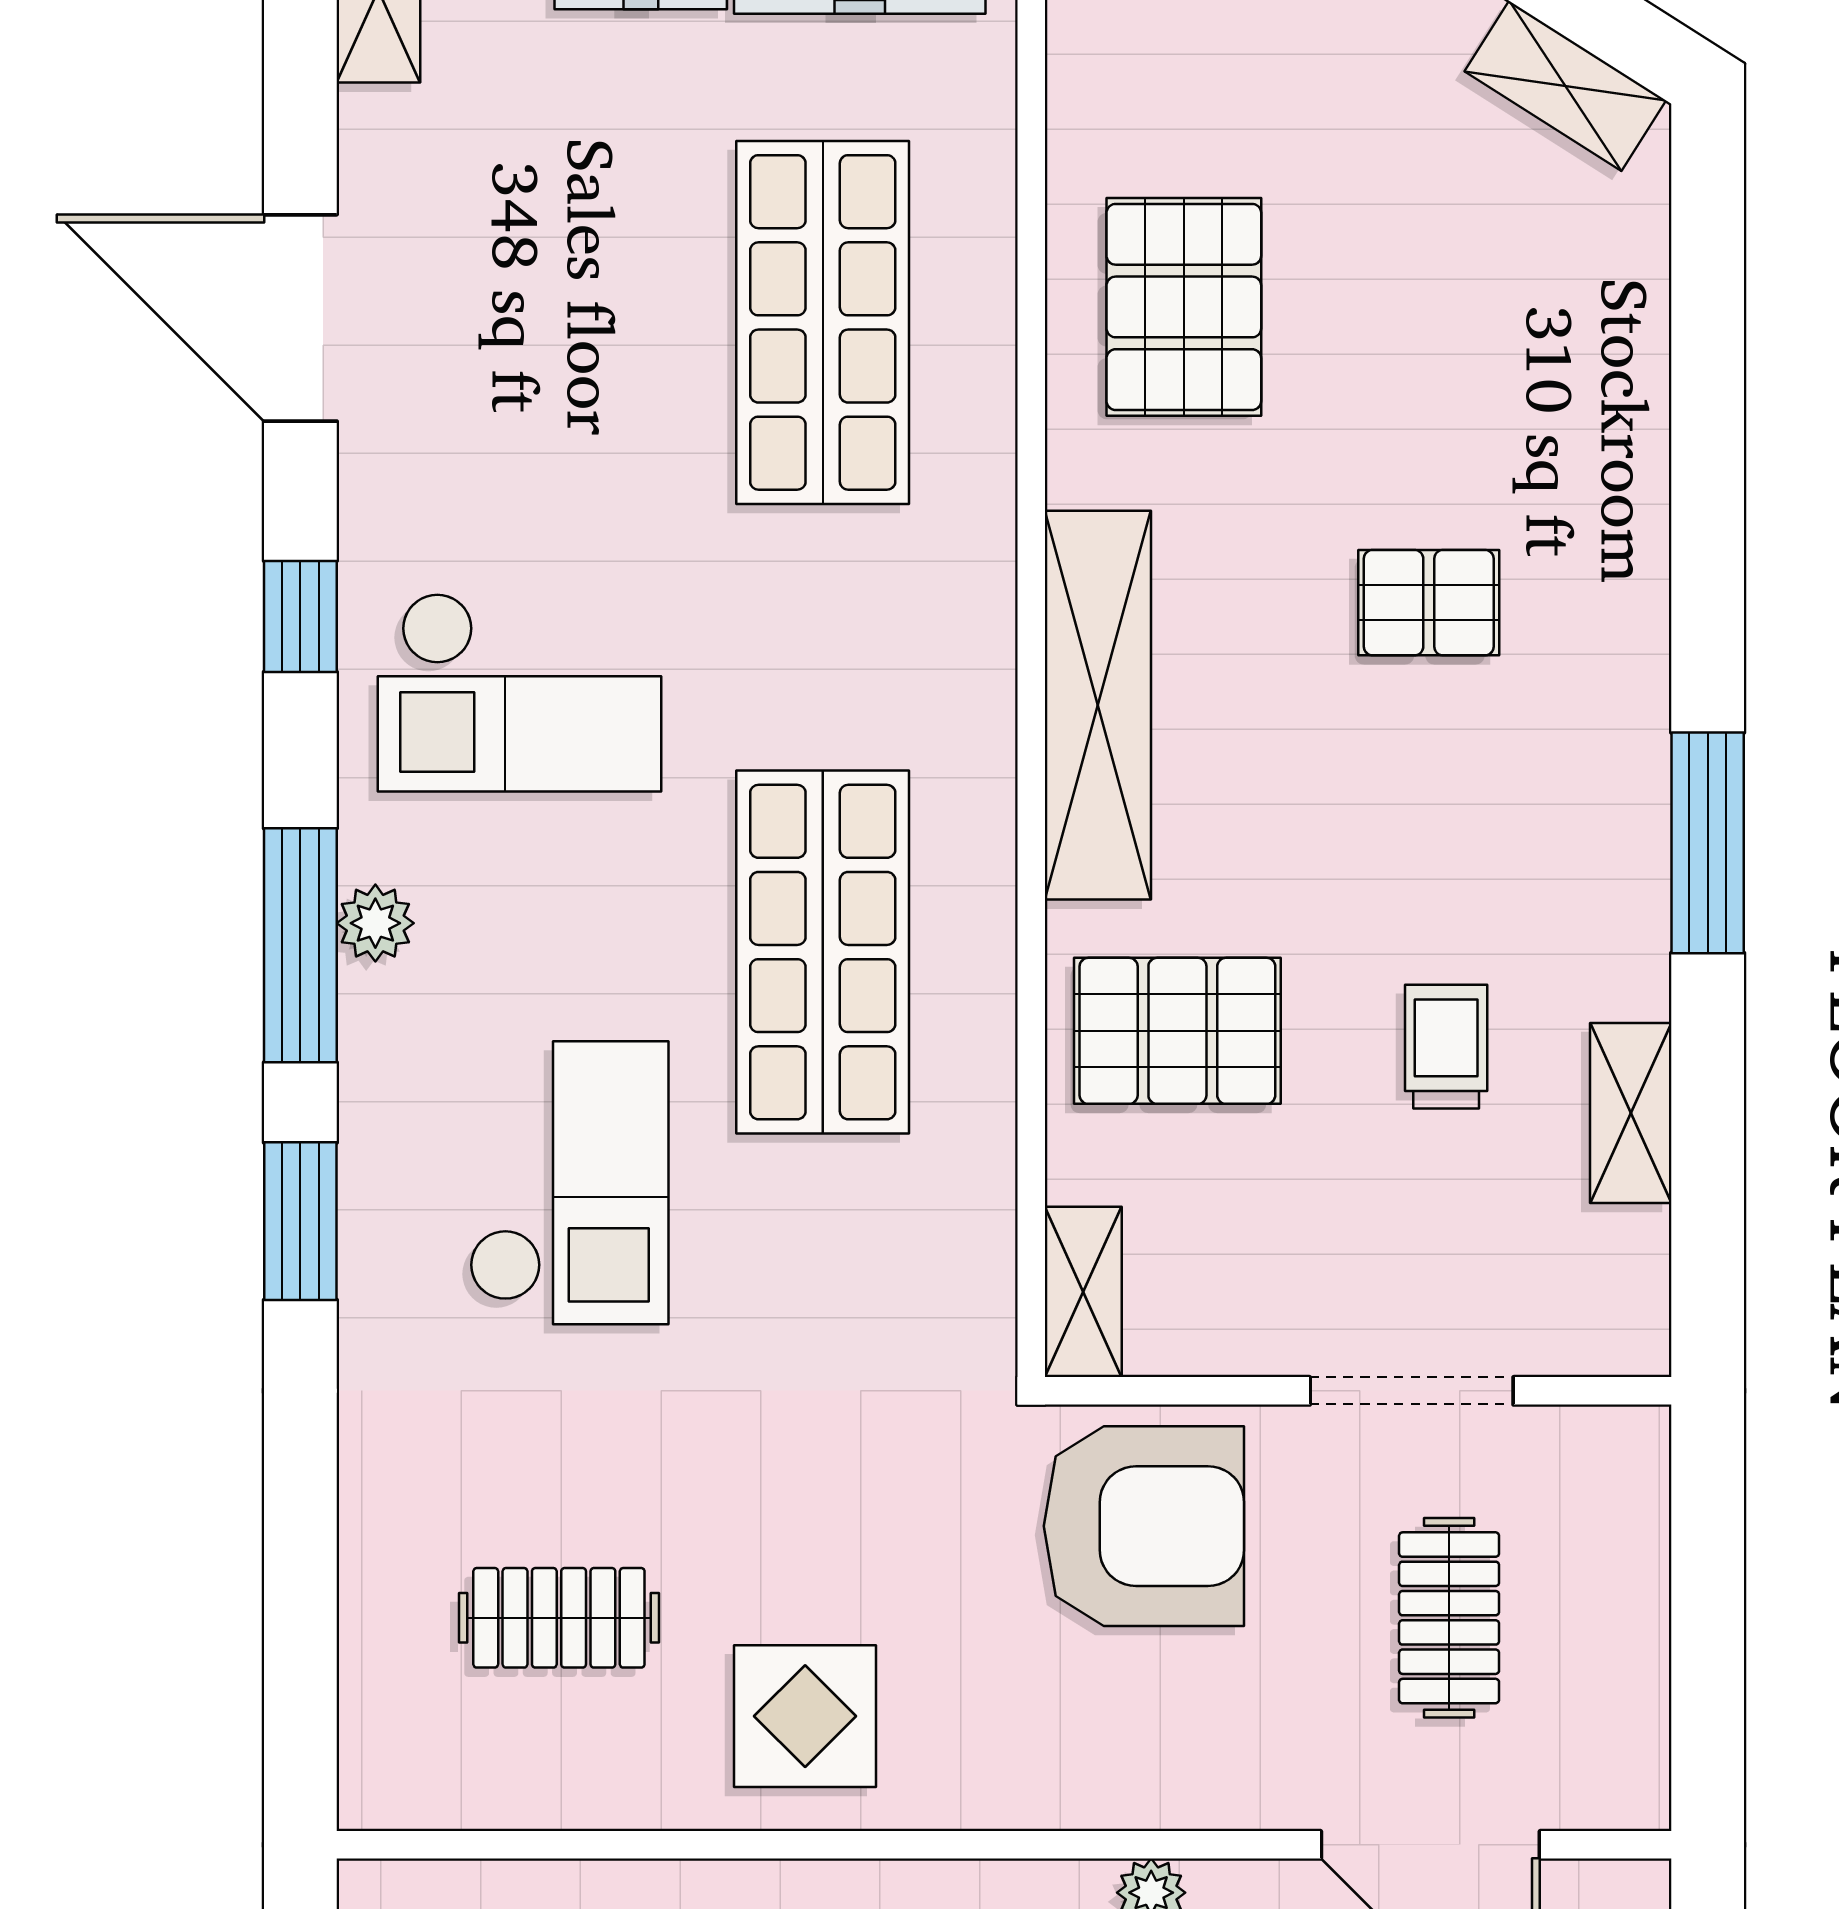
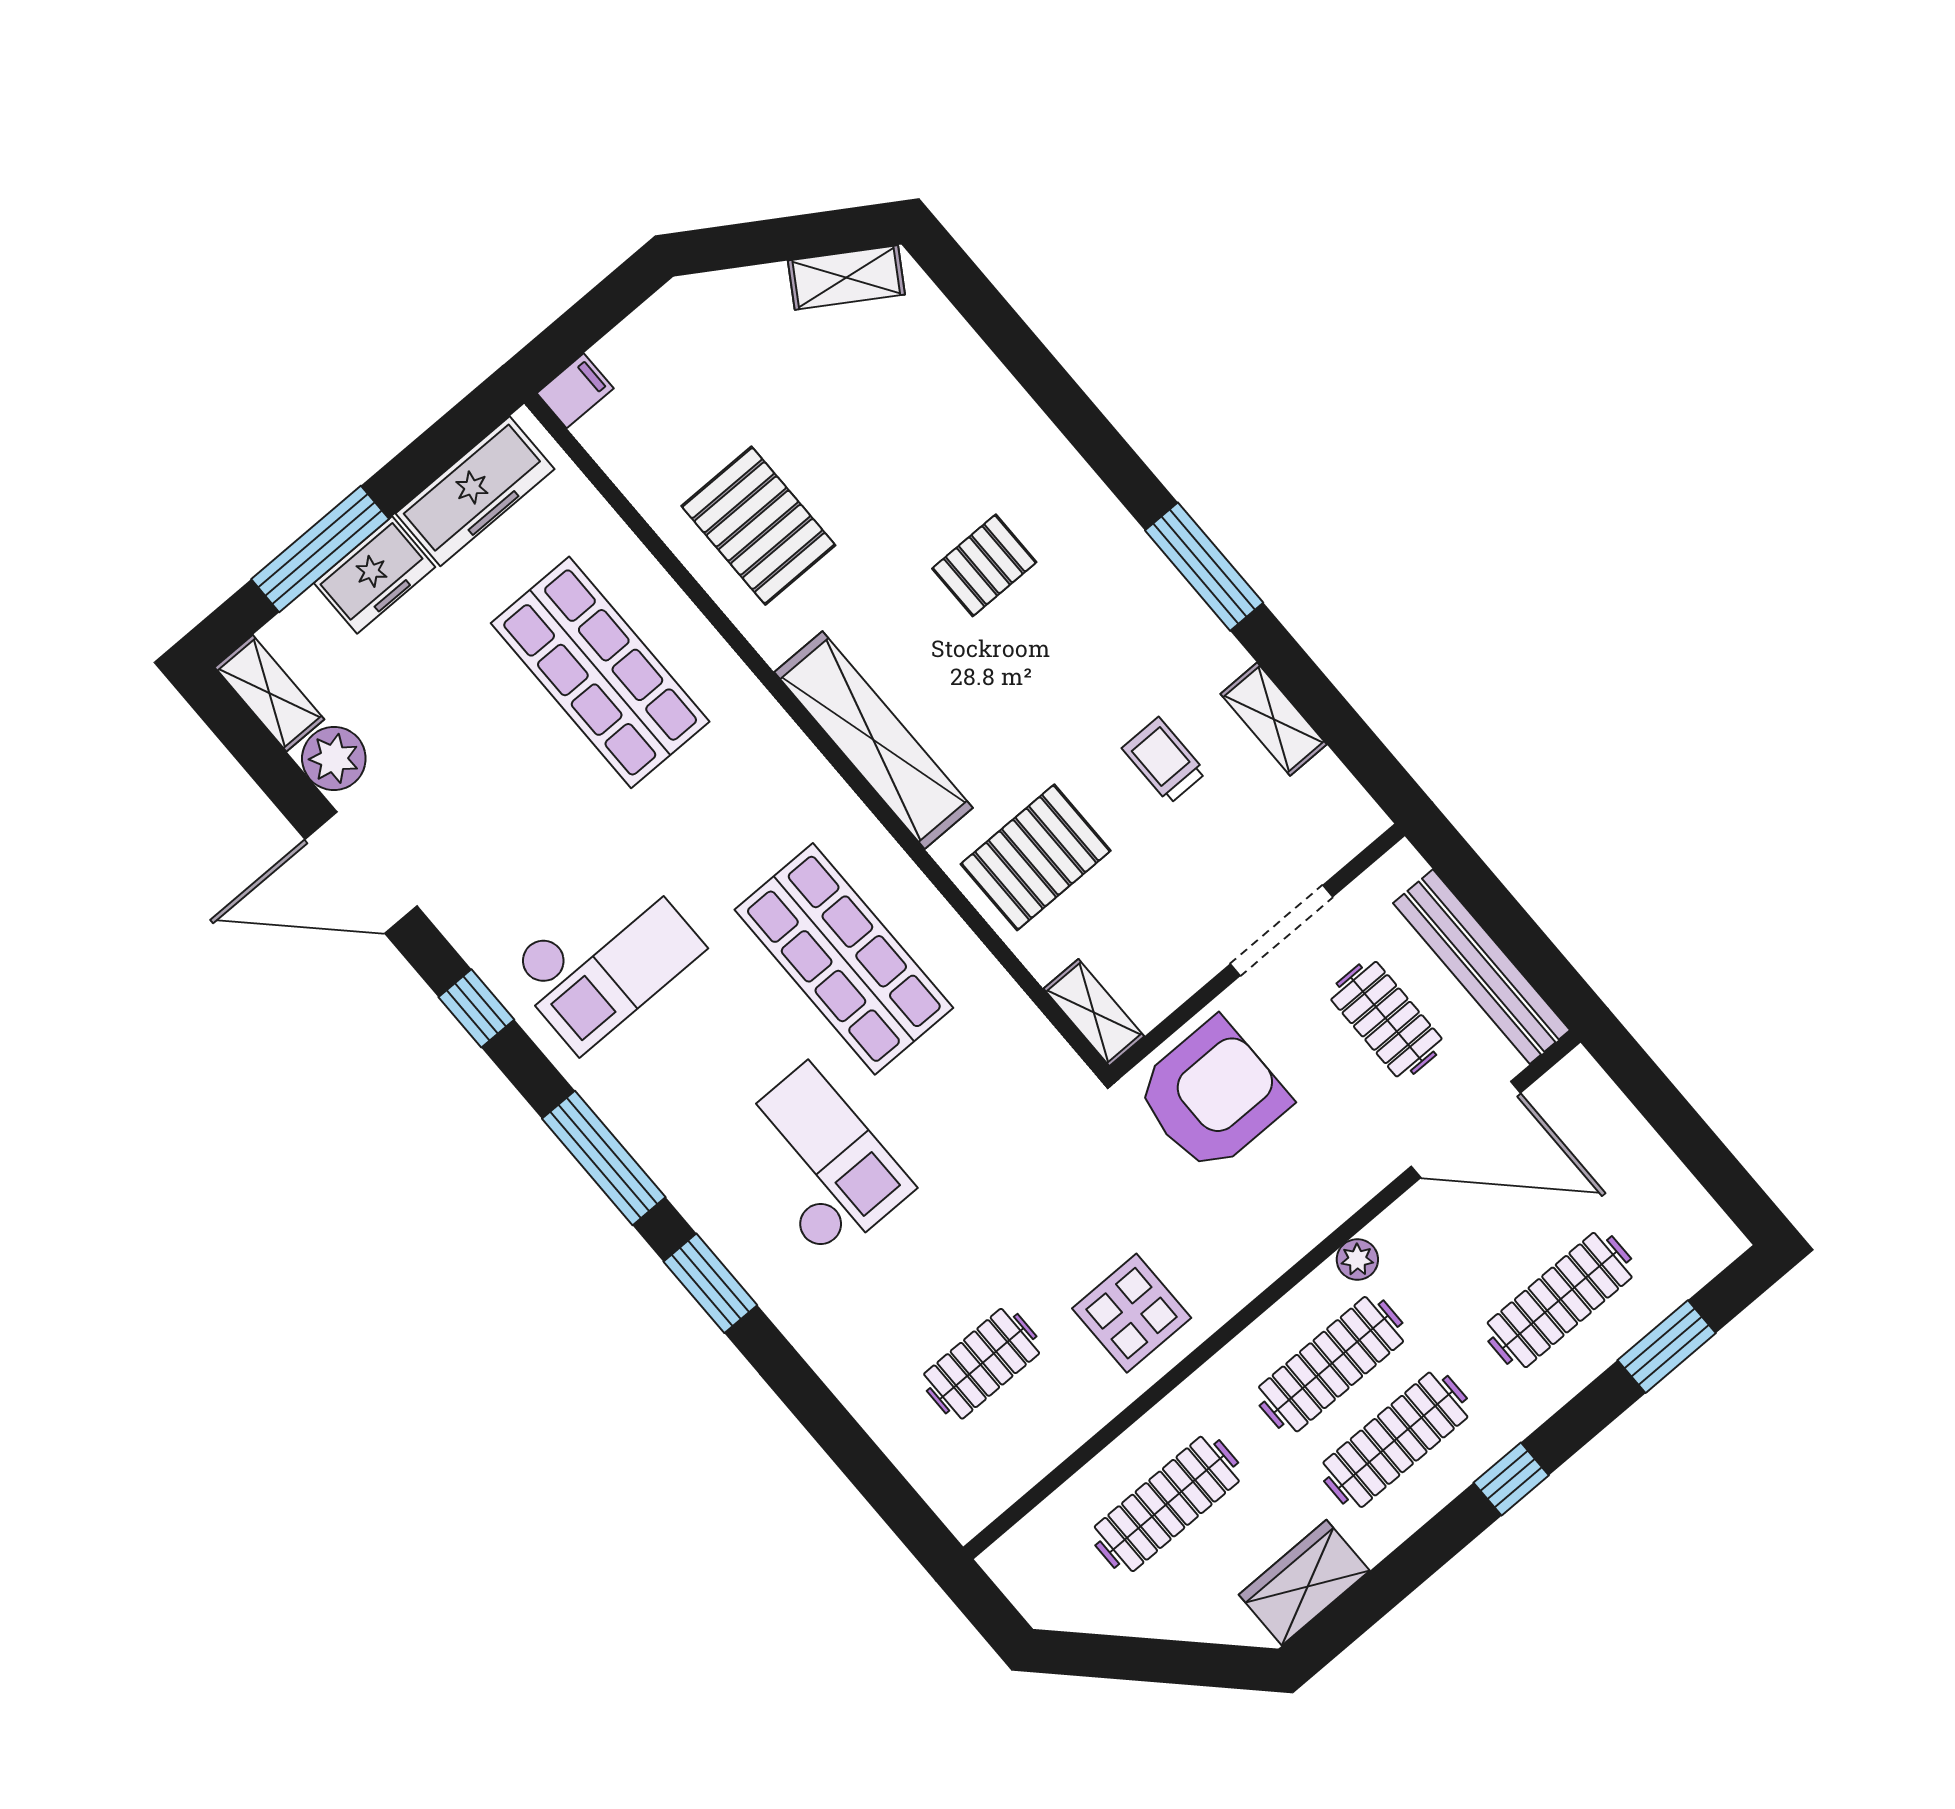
plant: (375, 923) -> (334, 758), moved, width x1.38, depth x1.38
bench: (1627, 1654) -> (1481, 967), added

